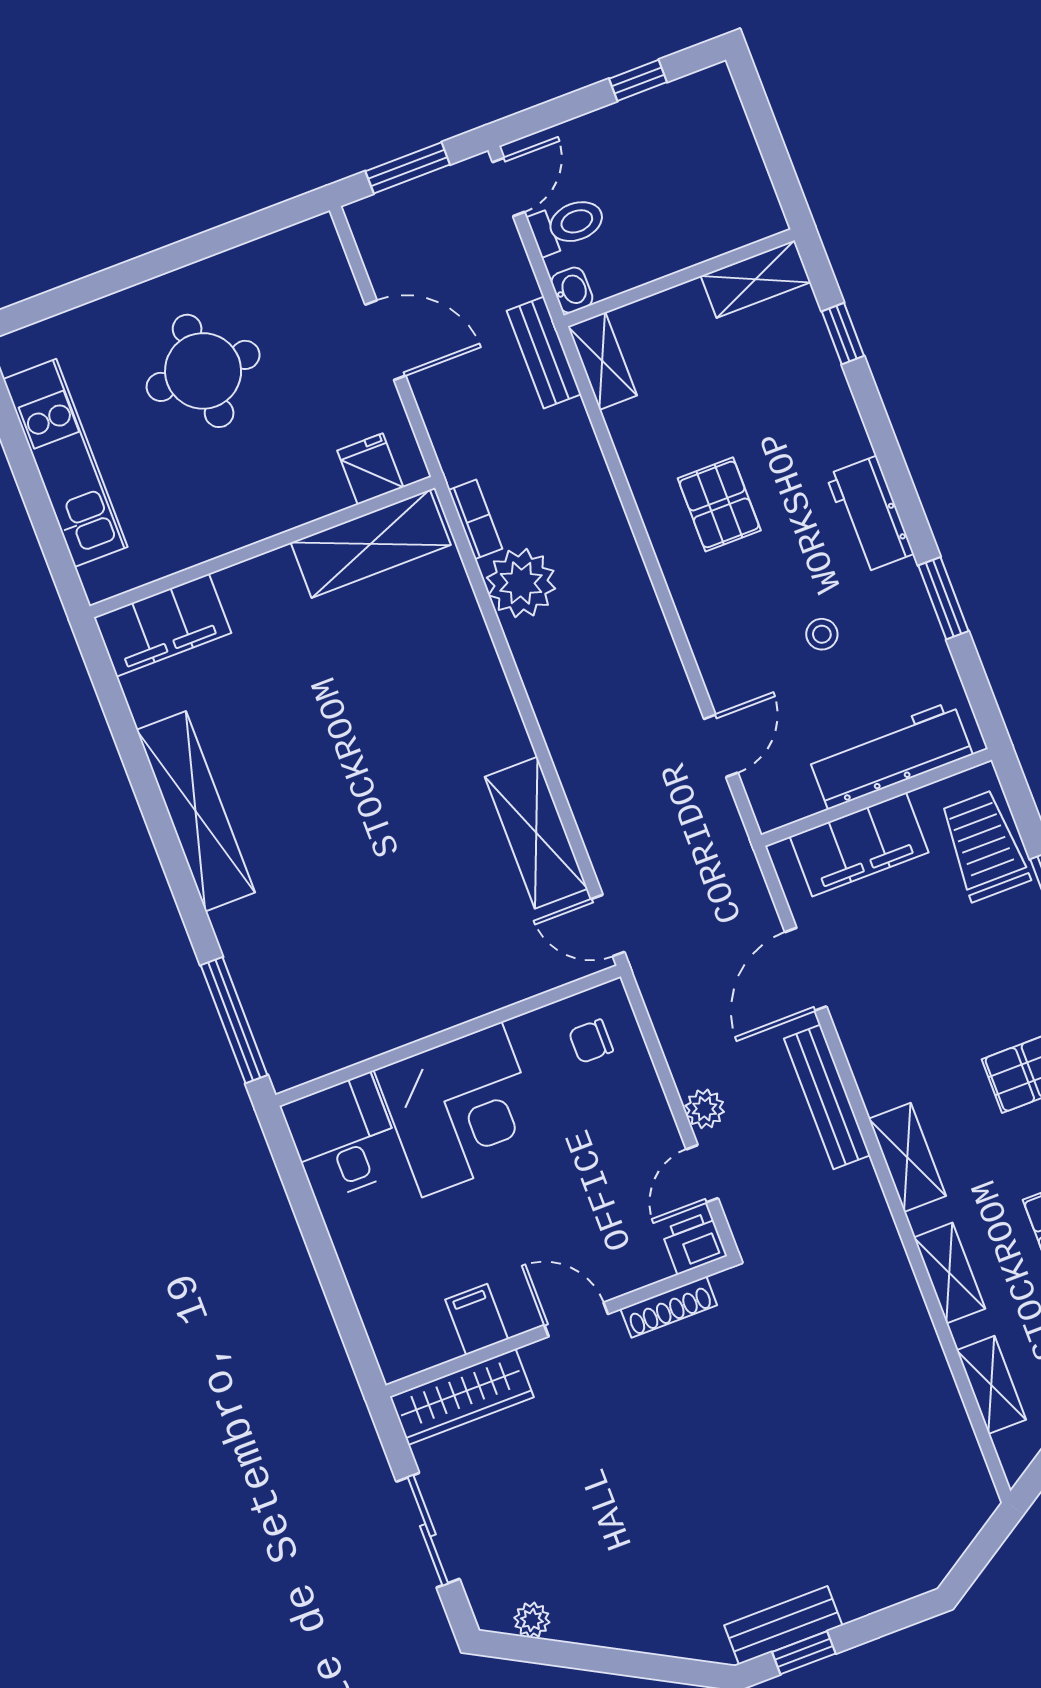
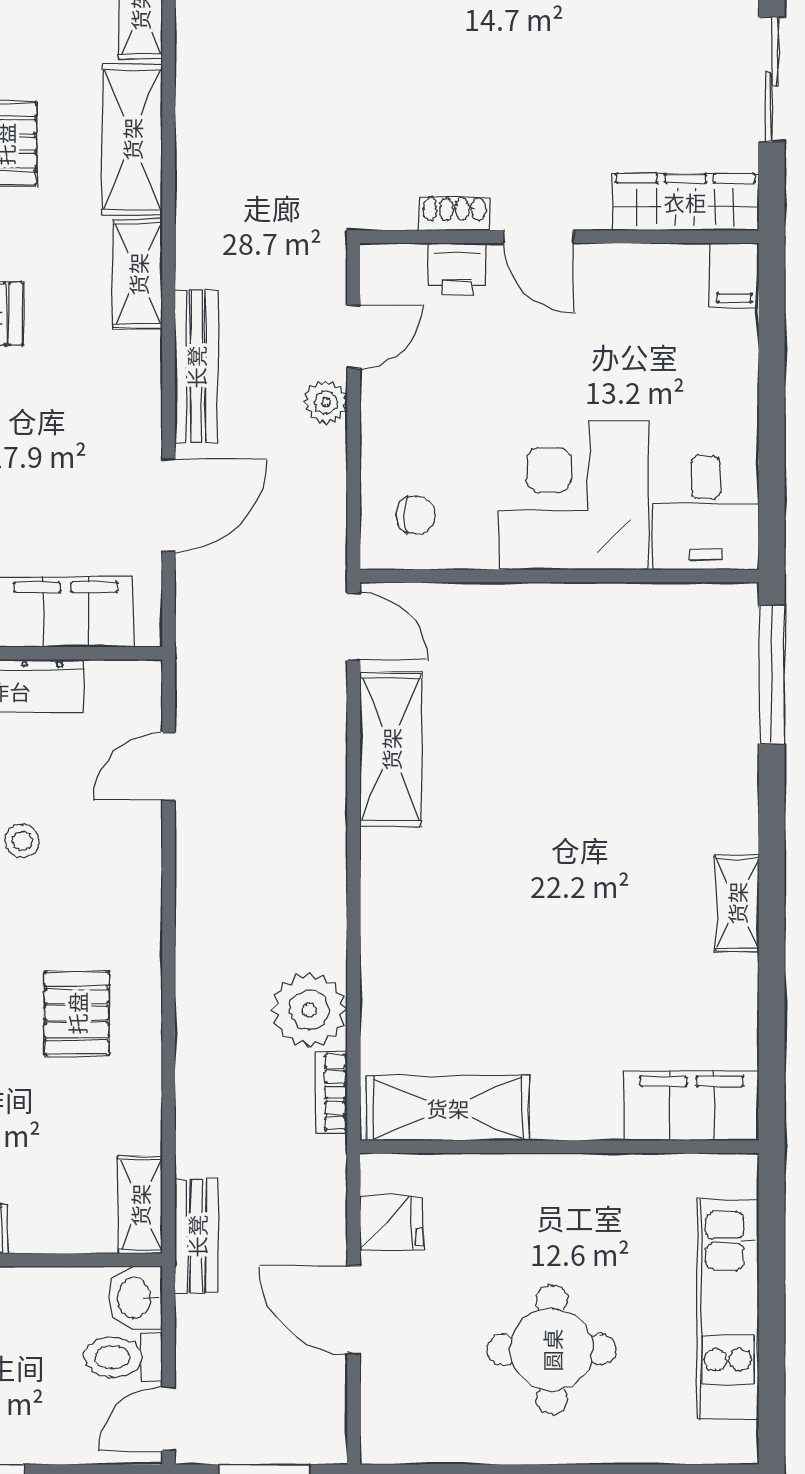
washbasin: (572, 290) -> (136, 1298), width x1.38, depth x1.45
fridge: (370, 469) -> (392, 1223), moved, turned -90
shelving: (196, 811) -> (737, 903), width x0.45, depth x0.75
printer: (694, 1243) -> (457, 269), moved
shelving: (949, 1273) -> (132, 139), width x1.50, depth x1.33
shoe rack: (669, 1307) -> (454, 214), width x0.70
filing cabinet: (477, 1319) -> (734, 275), moved

